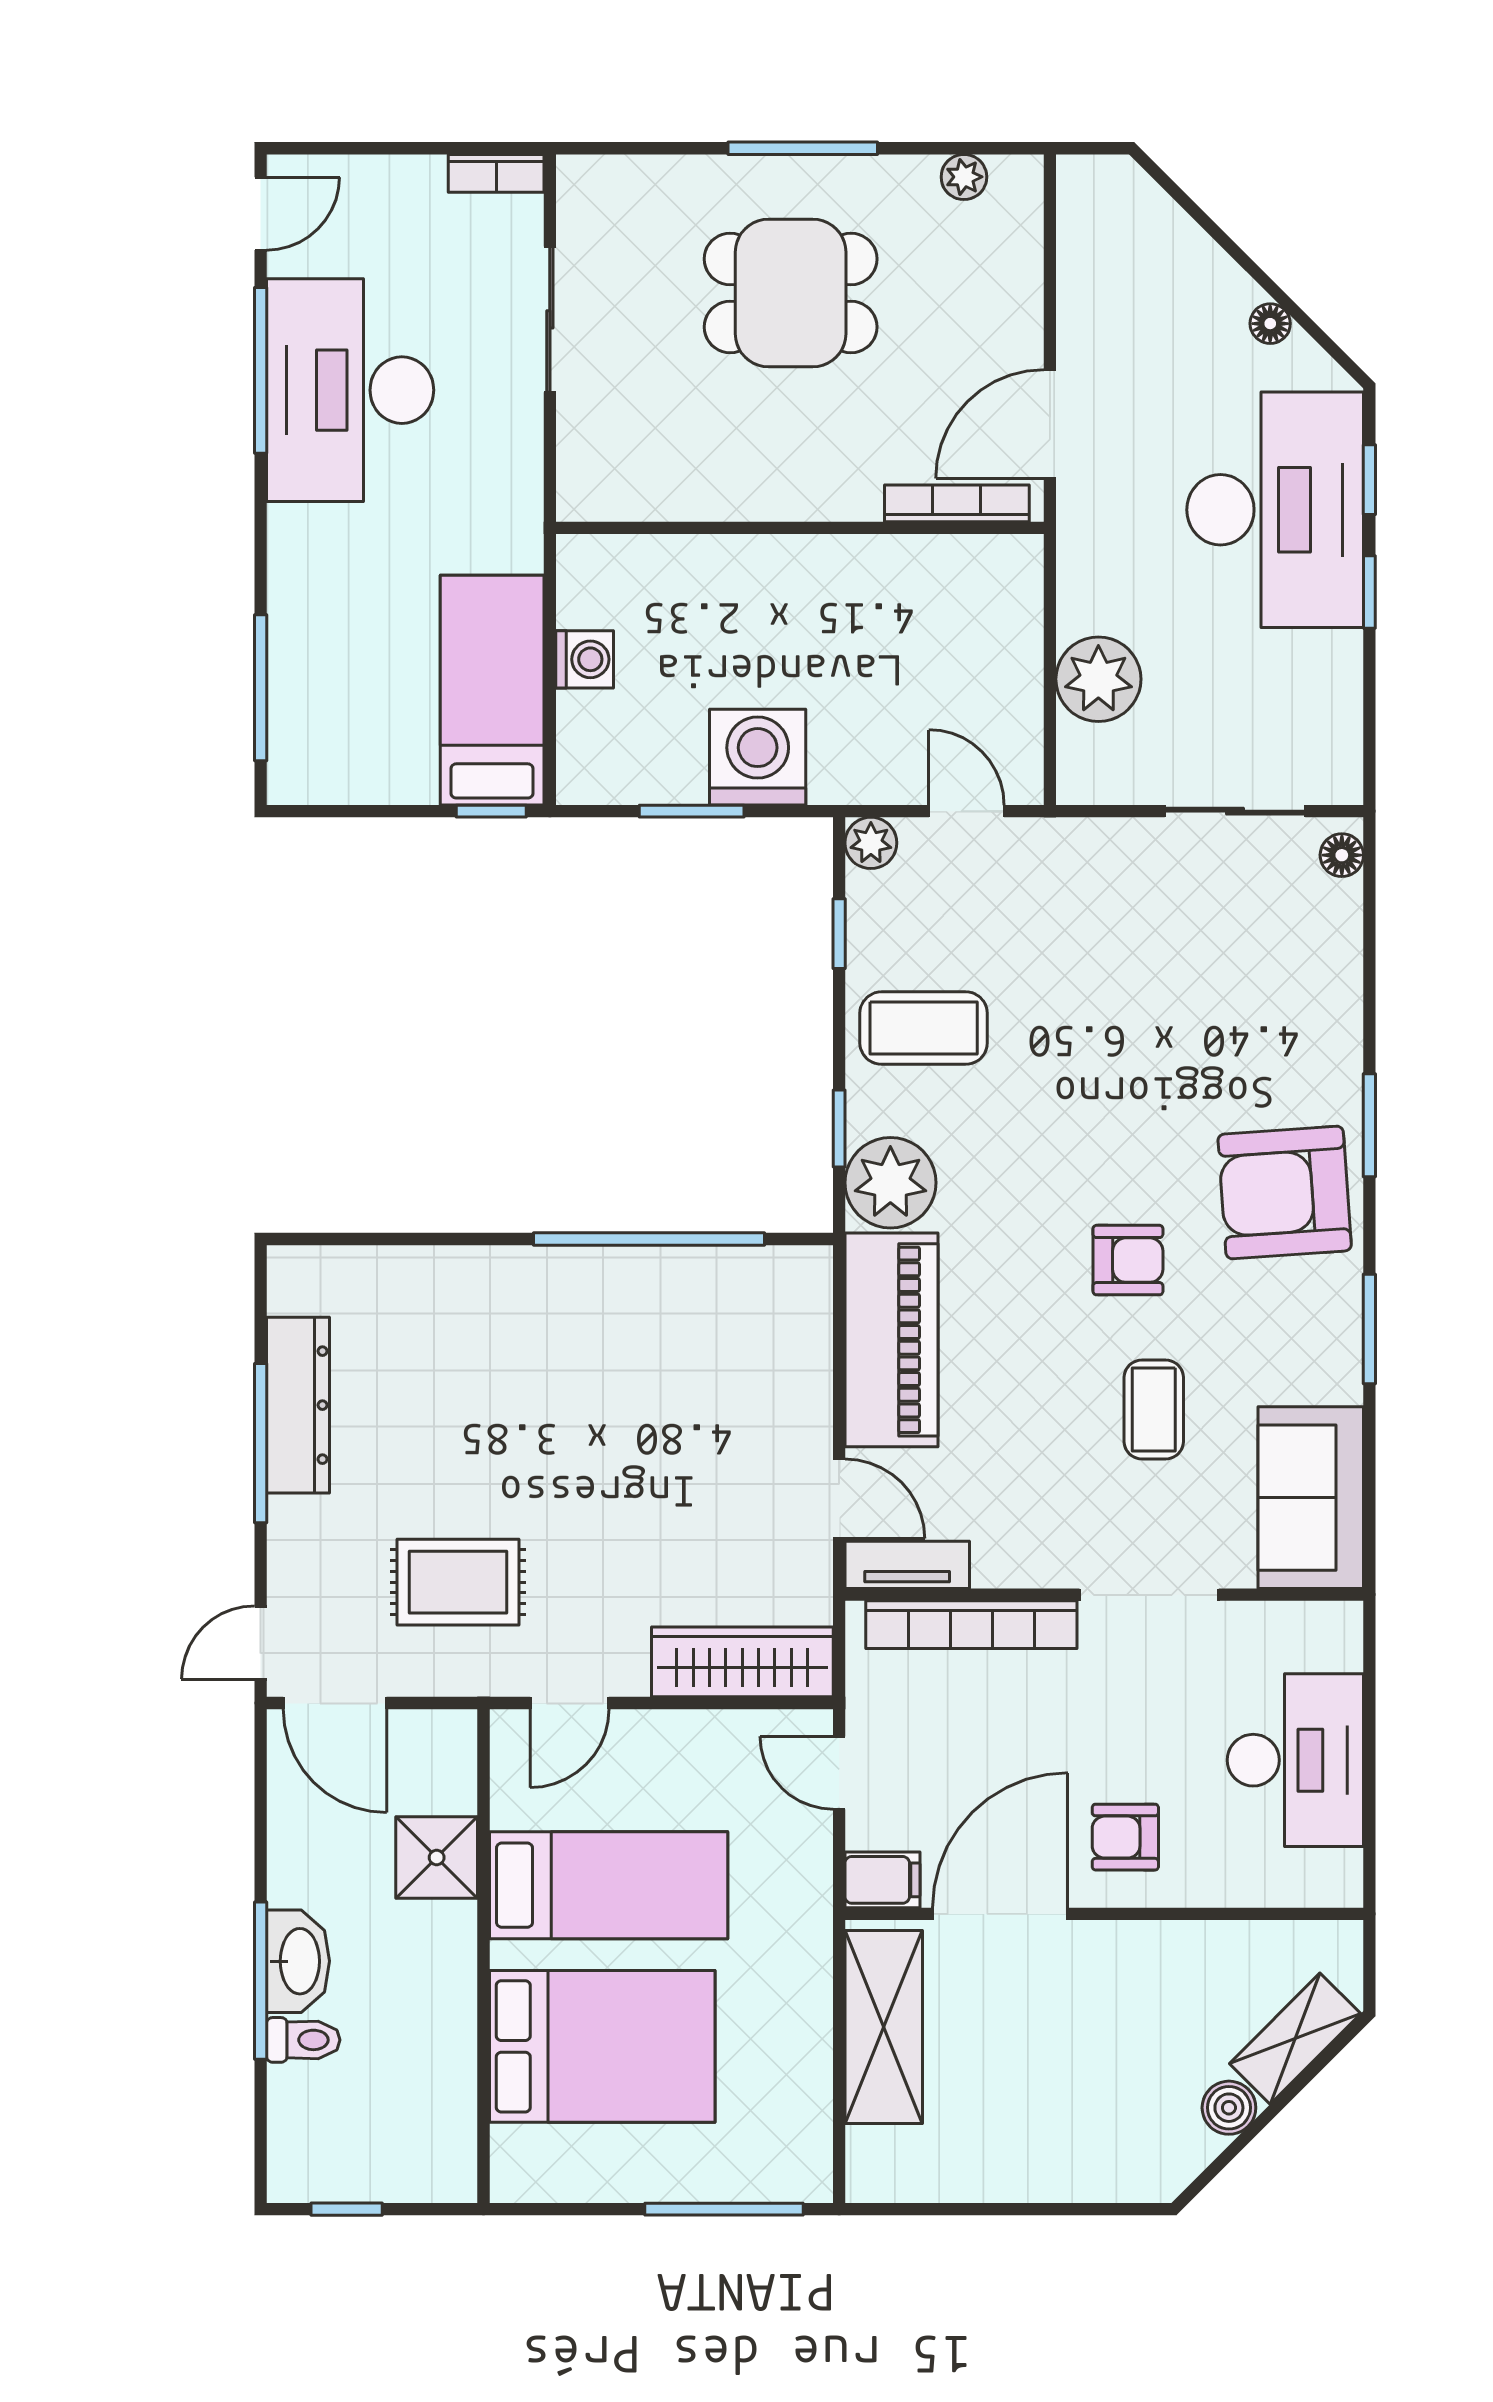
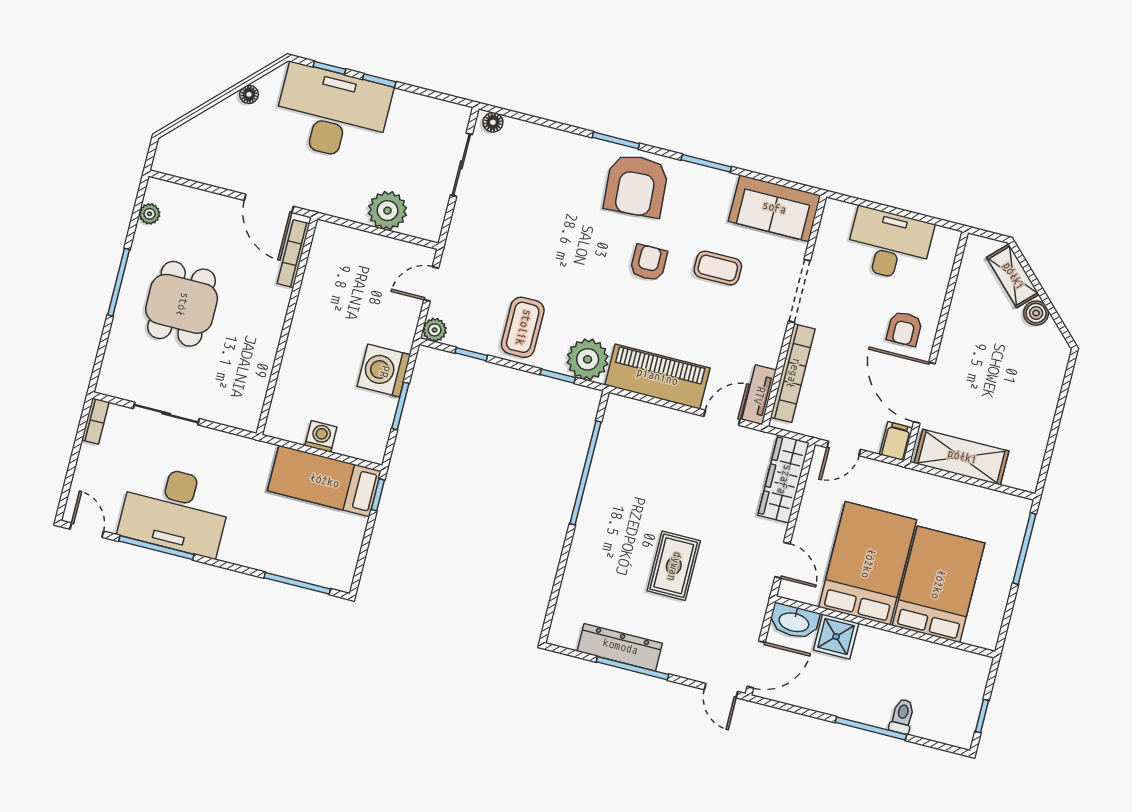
rug: (458, 1582) -> (674, 566), moved
bed: (609, 1885) -> (868, 563), width x1.50
washbasin: (298, 1961) -> (794, 621), moved, turned 180

